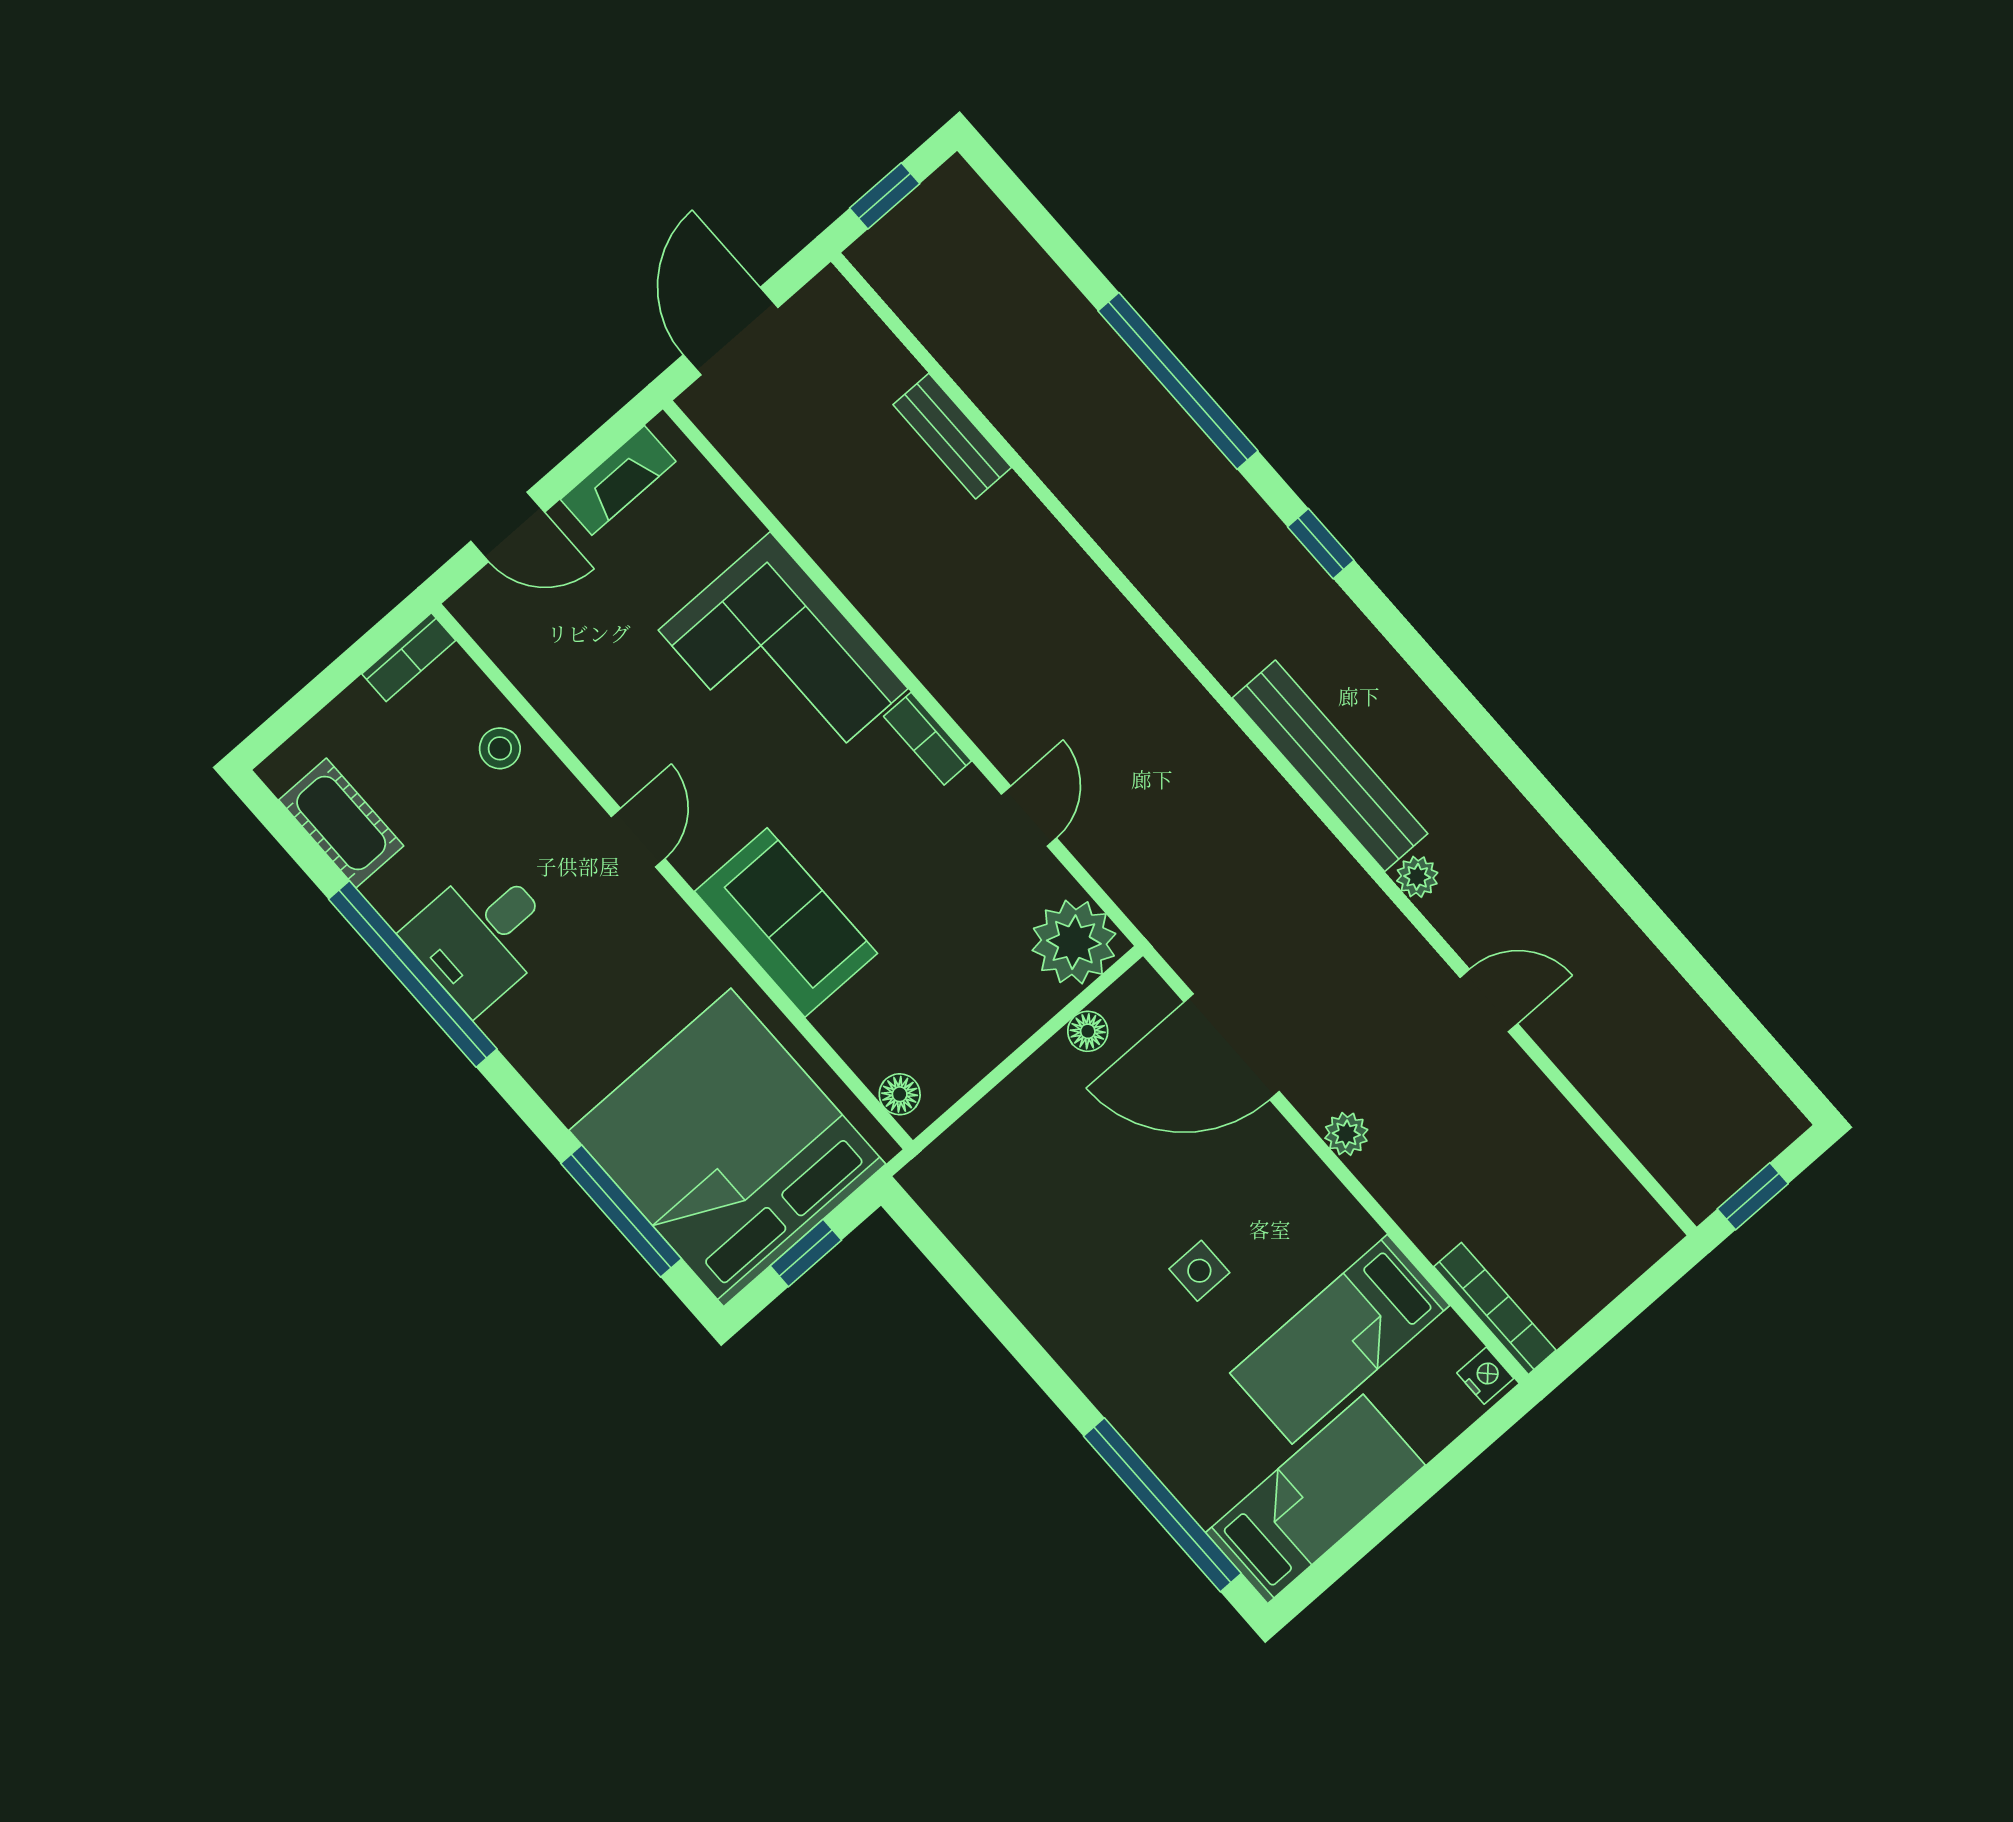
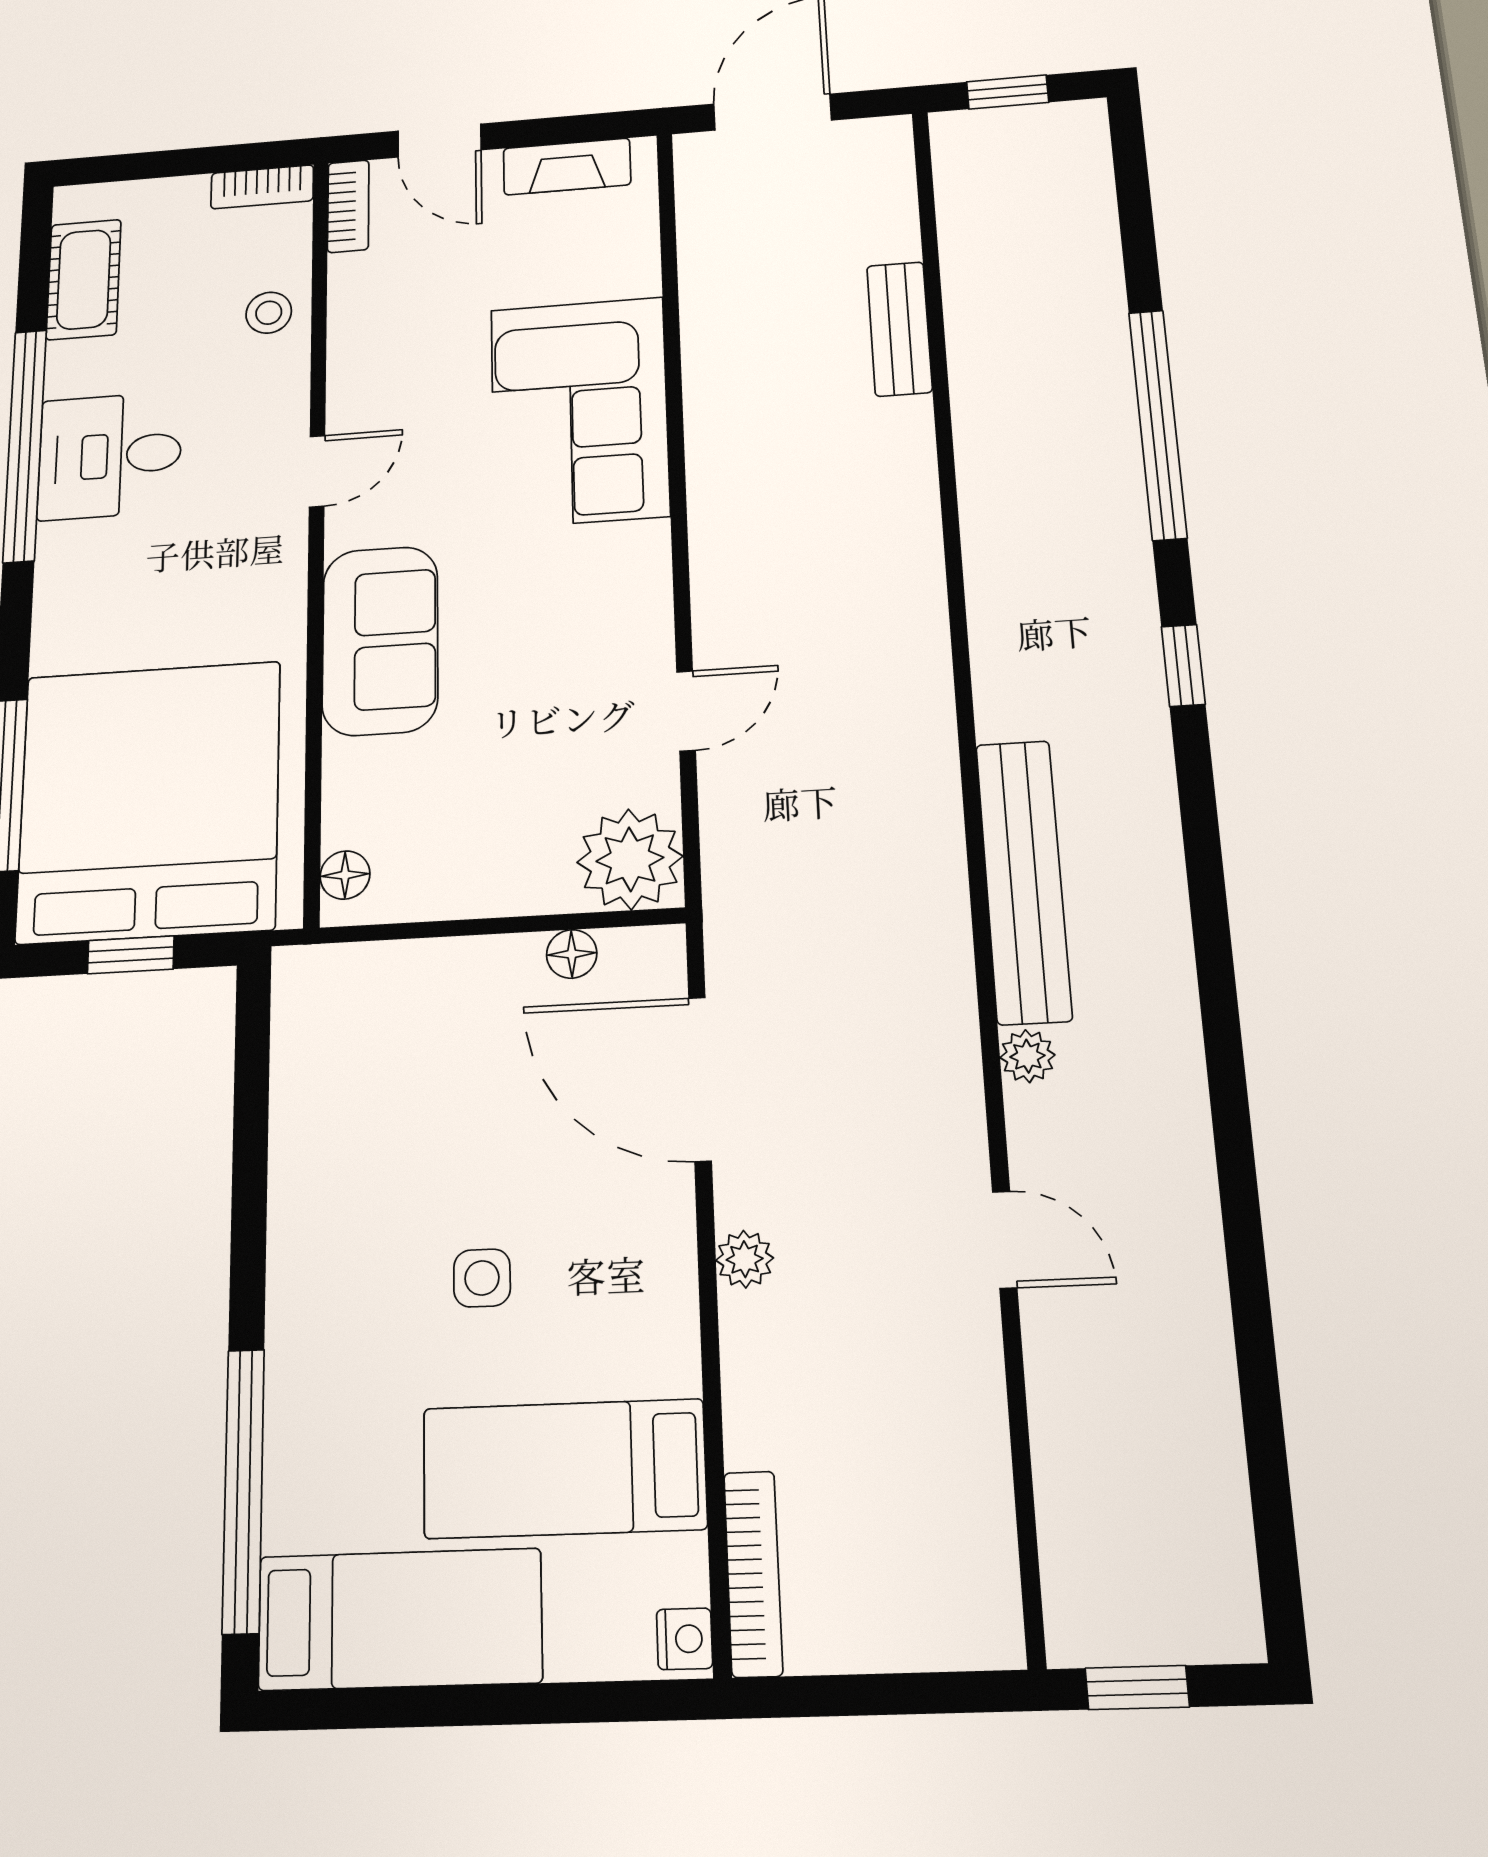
bookcase: (928, 739) -> (348, 206), moved, turned 180

